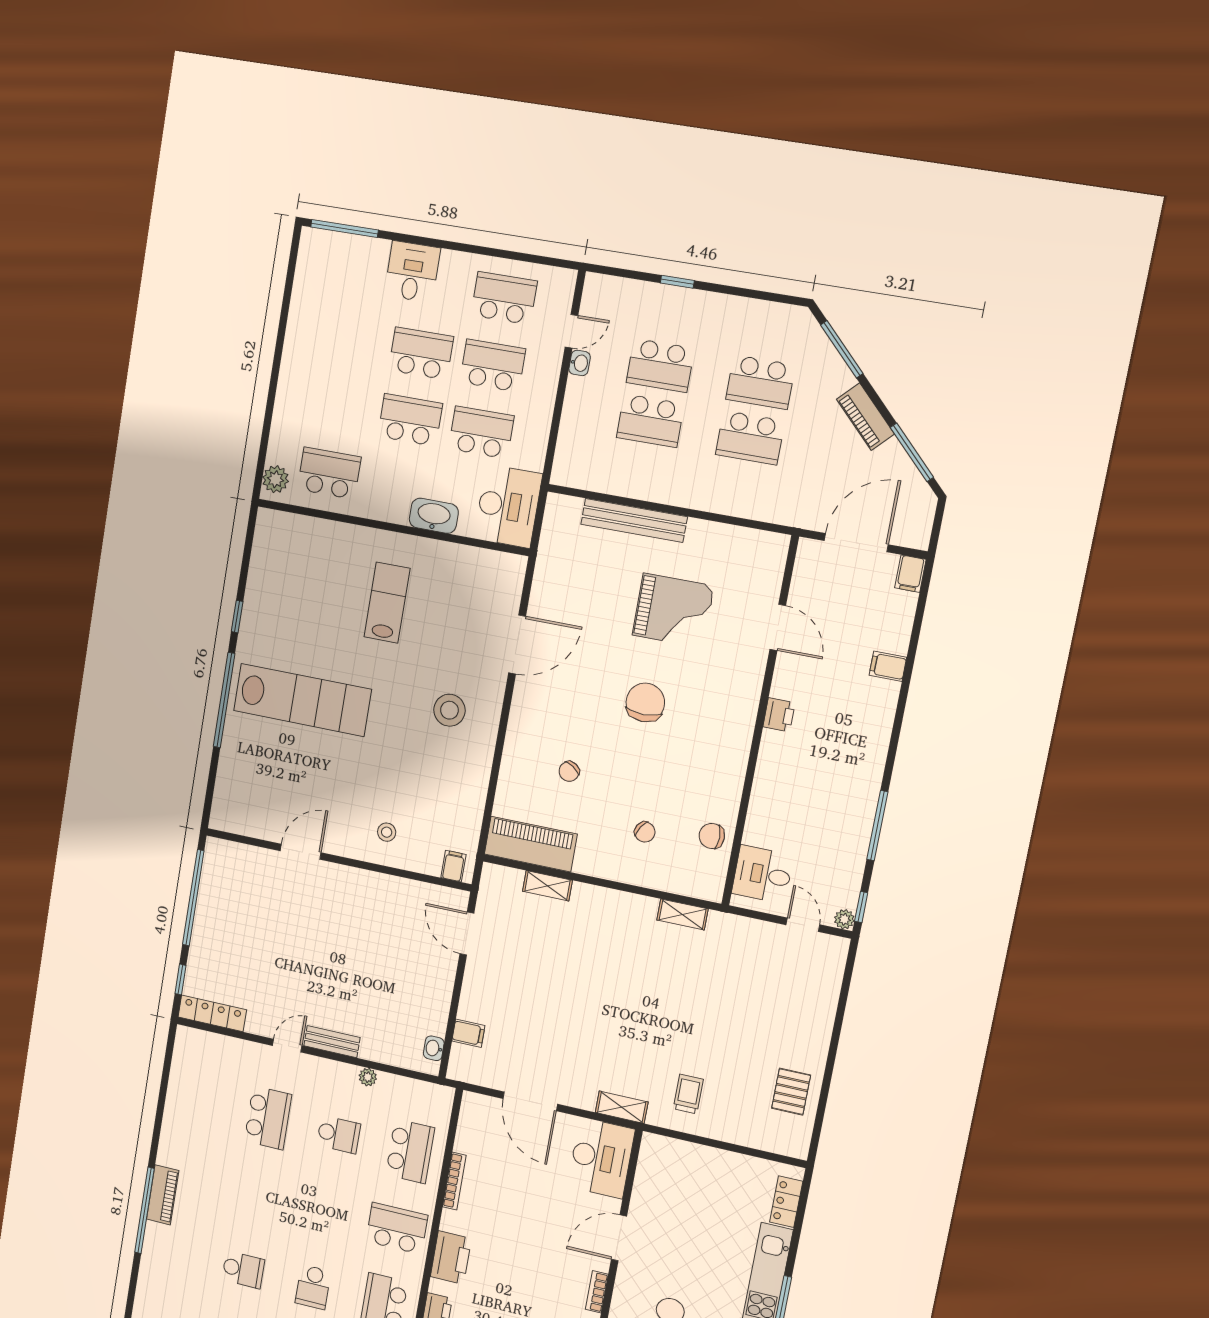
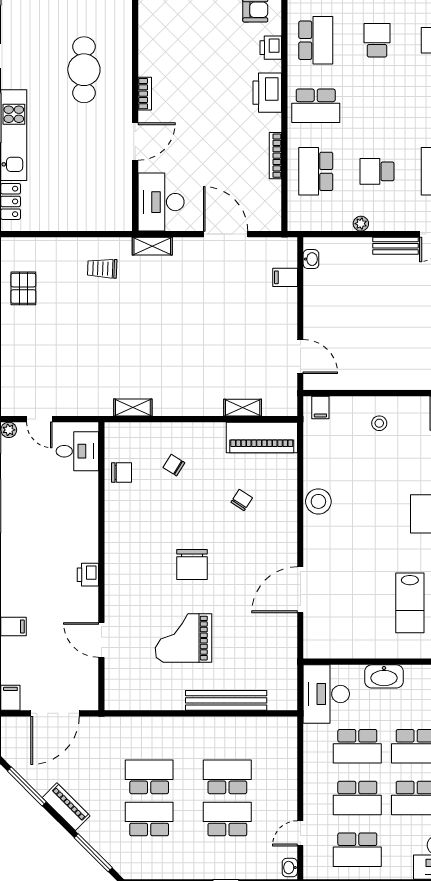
washbasin: (580, 363) -> (290, 868), moved
stool: (449, 710) -> (318, 501), moved
trolley: (688, 1094) -> (102, 268), turned 92

